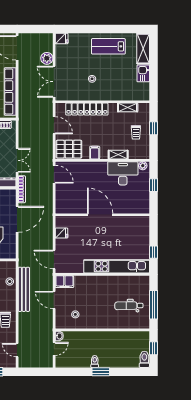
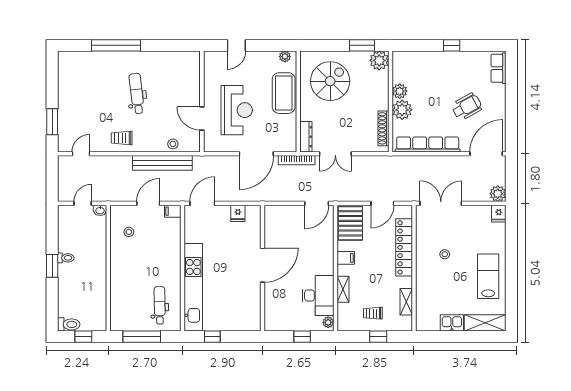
plant: (47, 58) -> (498, 194), moved
door: (17, 219) -> (256, 154), hinge flipped
filing cabinet: (64, 282) -> (173, 211), width x0.50
dental chair: (129, 306) -> (160, 305), moved
door: (54, 349) -> (83, 203), swing flipped

